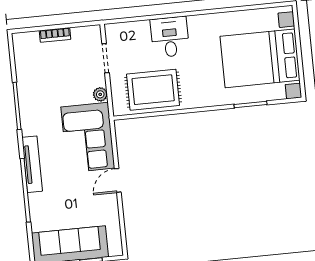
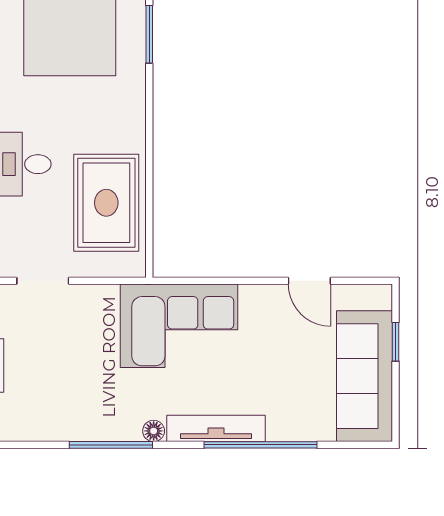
plant: (100, 94) -> (105, 296), removed
floor lamp: (27, 129) -> (154, 431), added
door: (118, 180) -> (309, 281), moved

